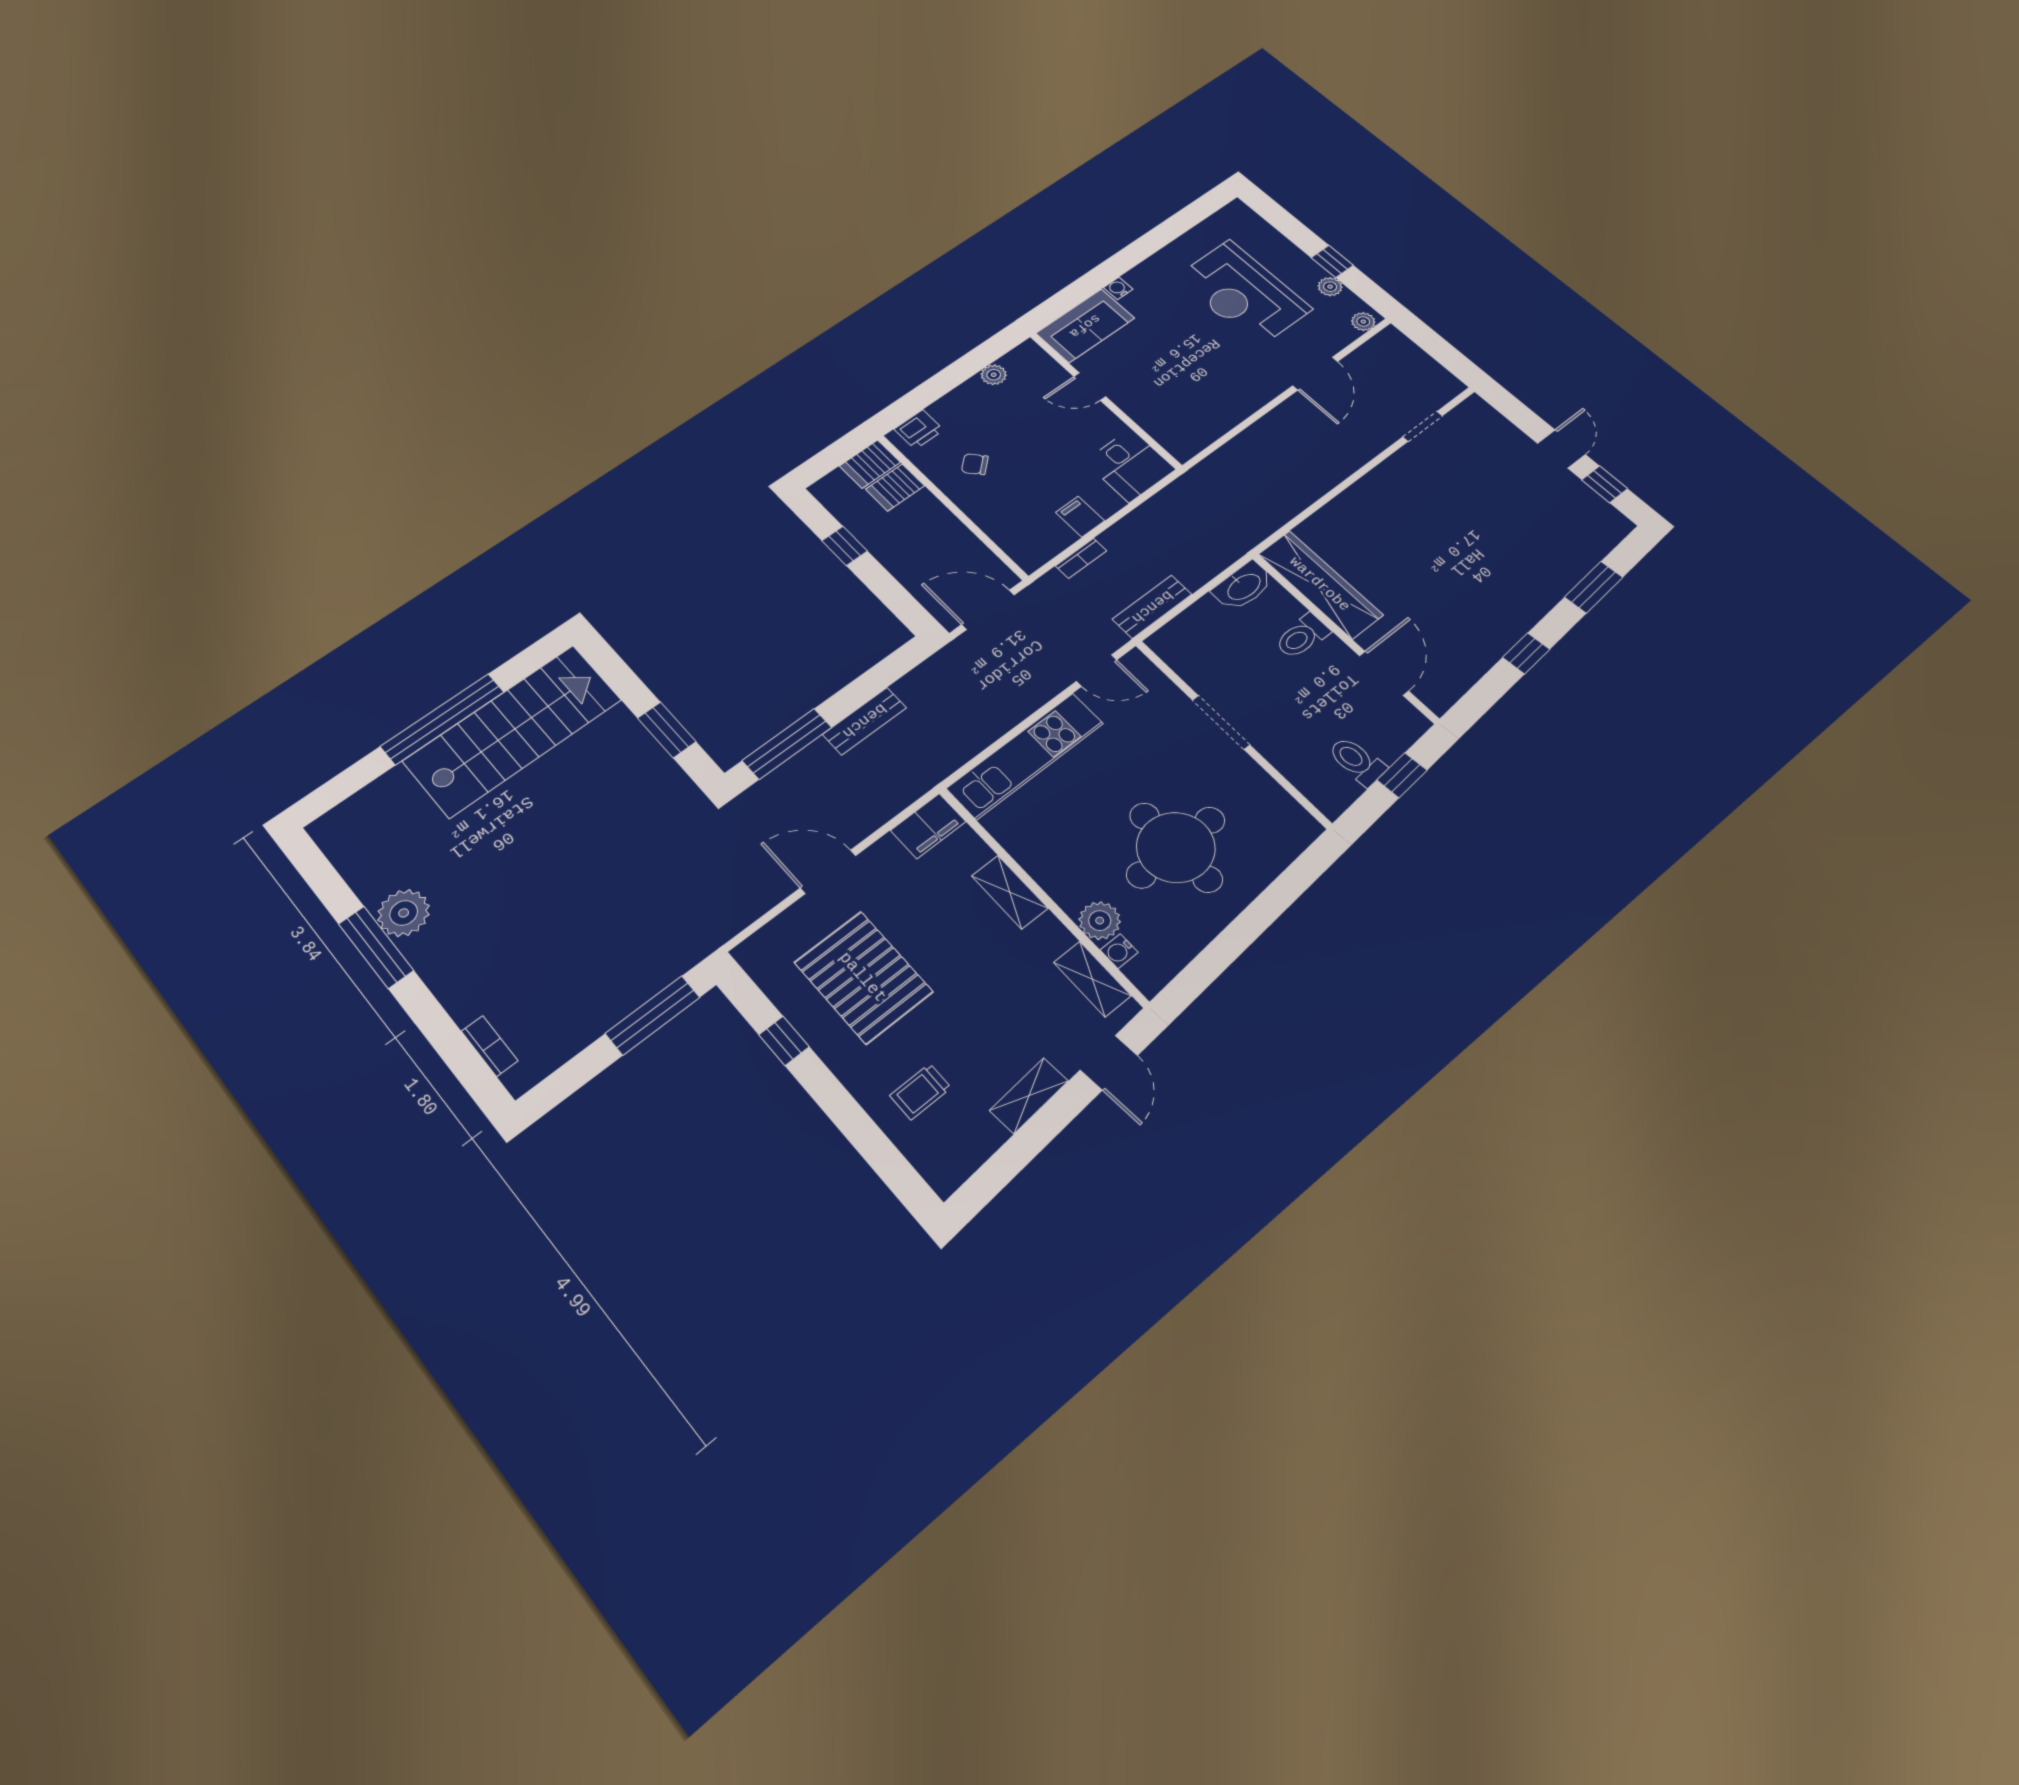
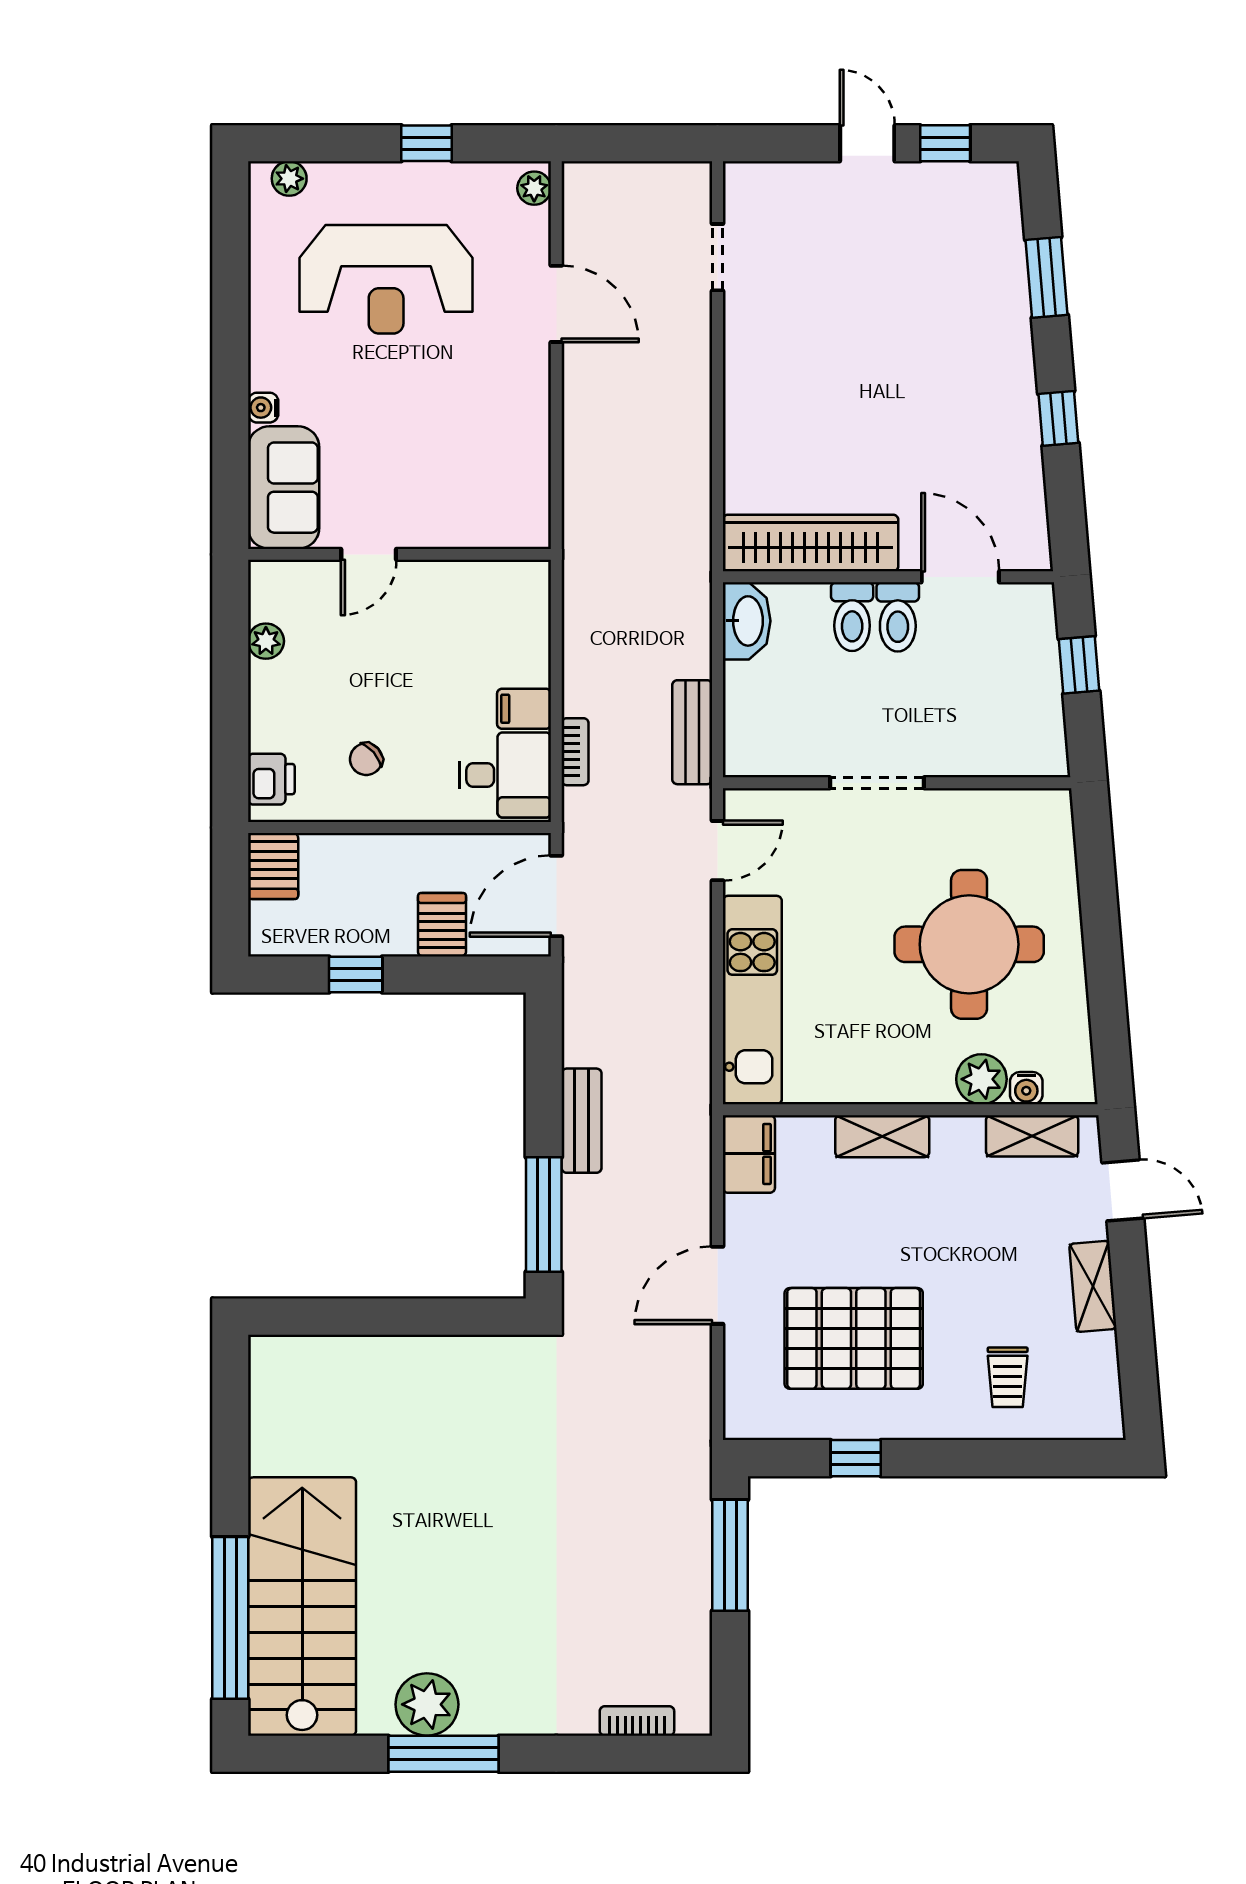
plant: (1330, 287) -> (289, 179), moved
desk: (1130, 465) -> (505, 775), moved
server rack: (895, 487) -> (442, 925), moved, turned 180
window: (442, 719) -> (230, 1618), moved
stairs: (513, 730) -> (302, 1606), moved
window: (667, 730) -> (429, 1317), removed
toilet: (1357, 761) -> (898, 617), moved, turned -85

